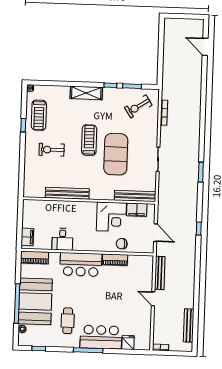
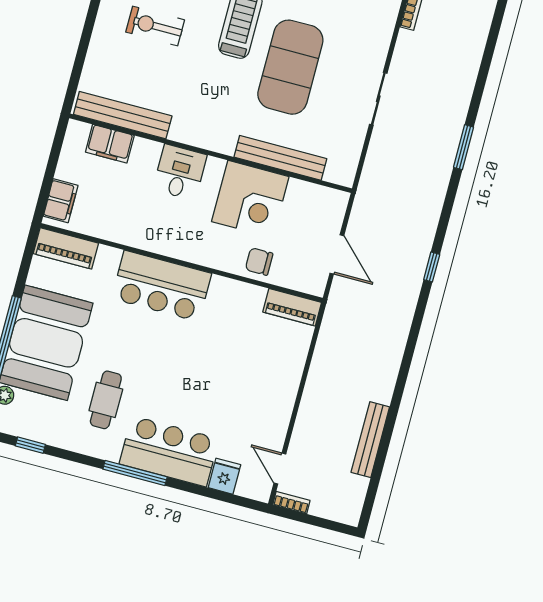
bench: (67, 193) -> (123, 115), moved
bench: (135, 196) -> (280, 158), moved
filing cabinet: (137, 210) -> (110, 144), moved
desk: (62, 239) -> (180, 172), moved, turned 180
piano: (115, 260) -> (292, 307), moved
bench: (160, 273) -> (326, 343), removed
door: (153, 299) -> (280, 469), moved
bench: (189, 325) -> (370, 440), moved

